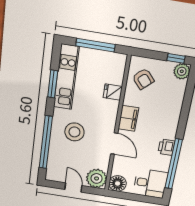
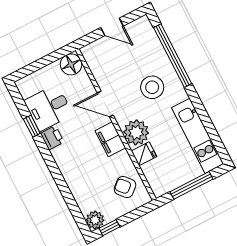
window: (53, 84) -> (206, 120), removed
window: (174, 164) -> (32, 126), width x0.32
plant: (97, 178) -> (136, 132), moved
desk: (150, 183) -> (48, 108), moved

